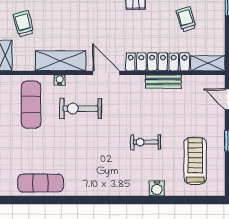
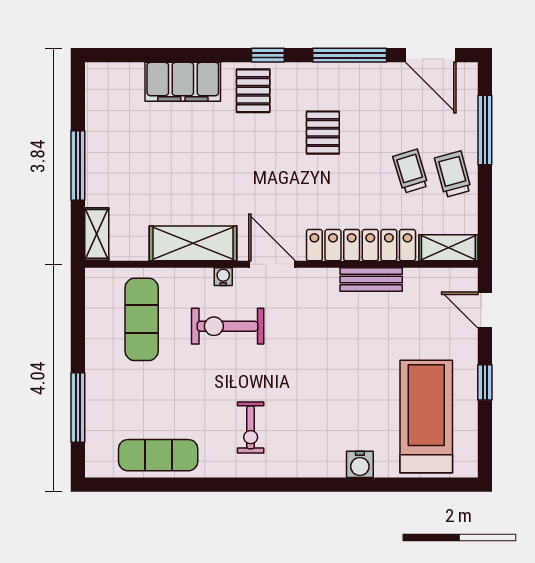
trolley: (23, 24) -> (453, 174), moved
water cooler: (60, 80) -> (223, 277), moved
exercise bike: (146, 142) -> (251, 427), moved, turned -90
treadmill: (195, 161) -> (426, 416), width x1.37, depth x1.38

